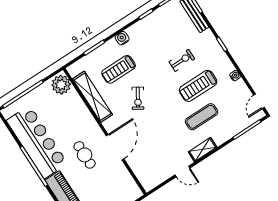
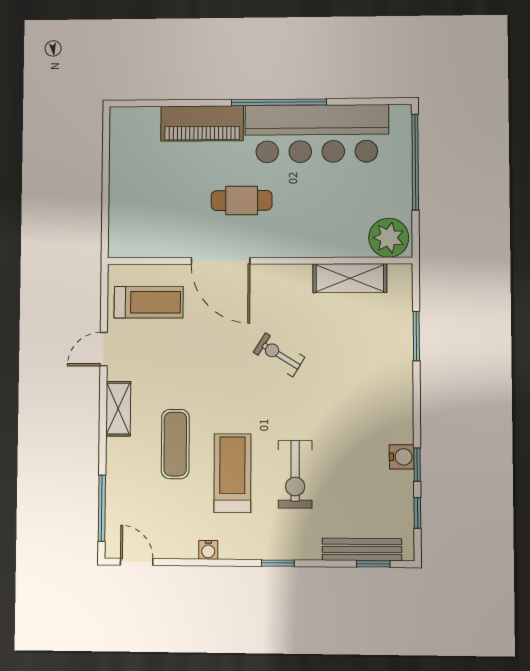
water cooler: (122, 38) -> (402, 457), moved
exercise bike: (182, 60) -> (295, 474), width x1.38, depth x1.39
treadmill: (119, 69) -> (149, 302), moved, turned 90
shelving: (93, 97) -> (350, 278), width x0.68

